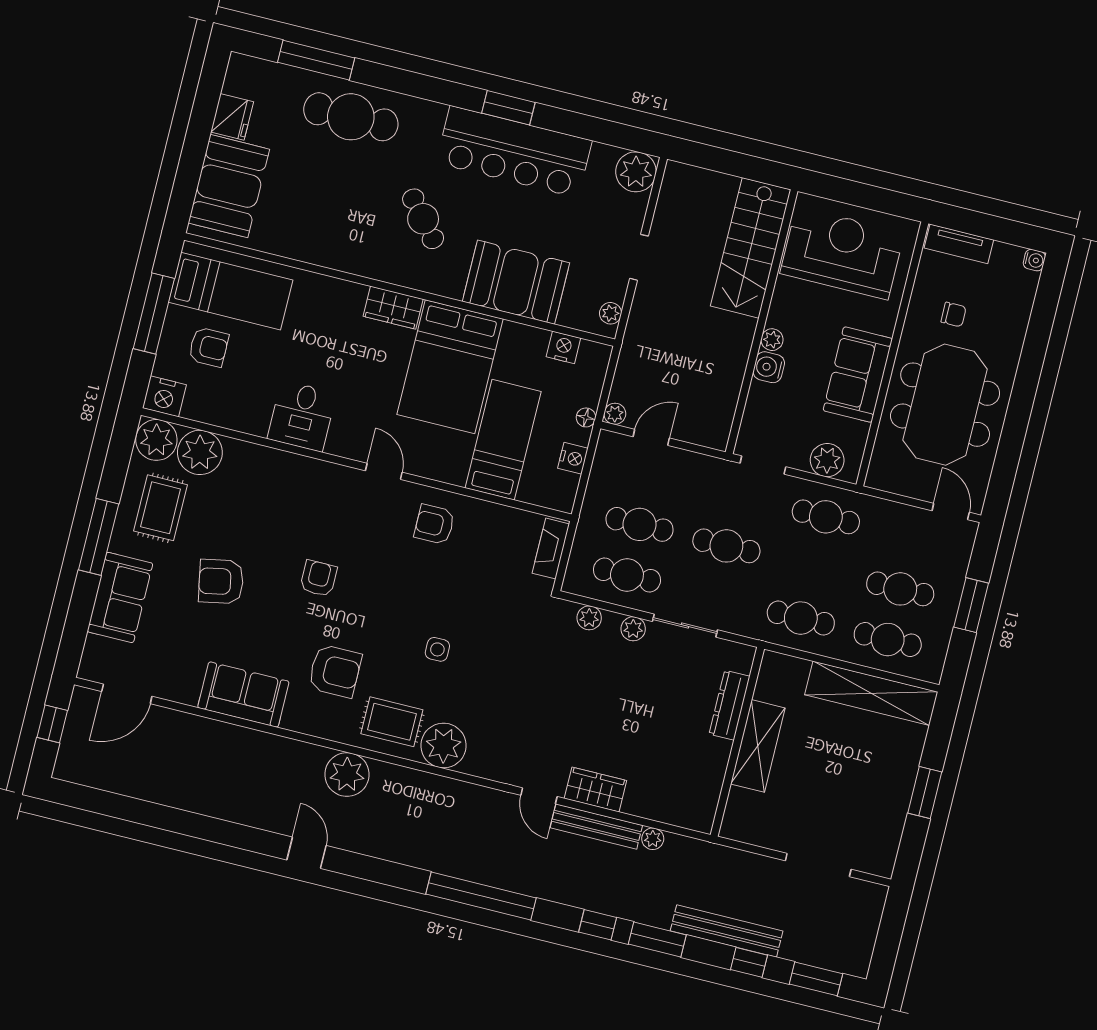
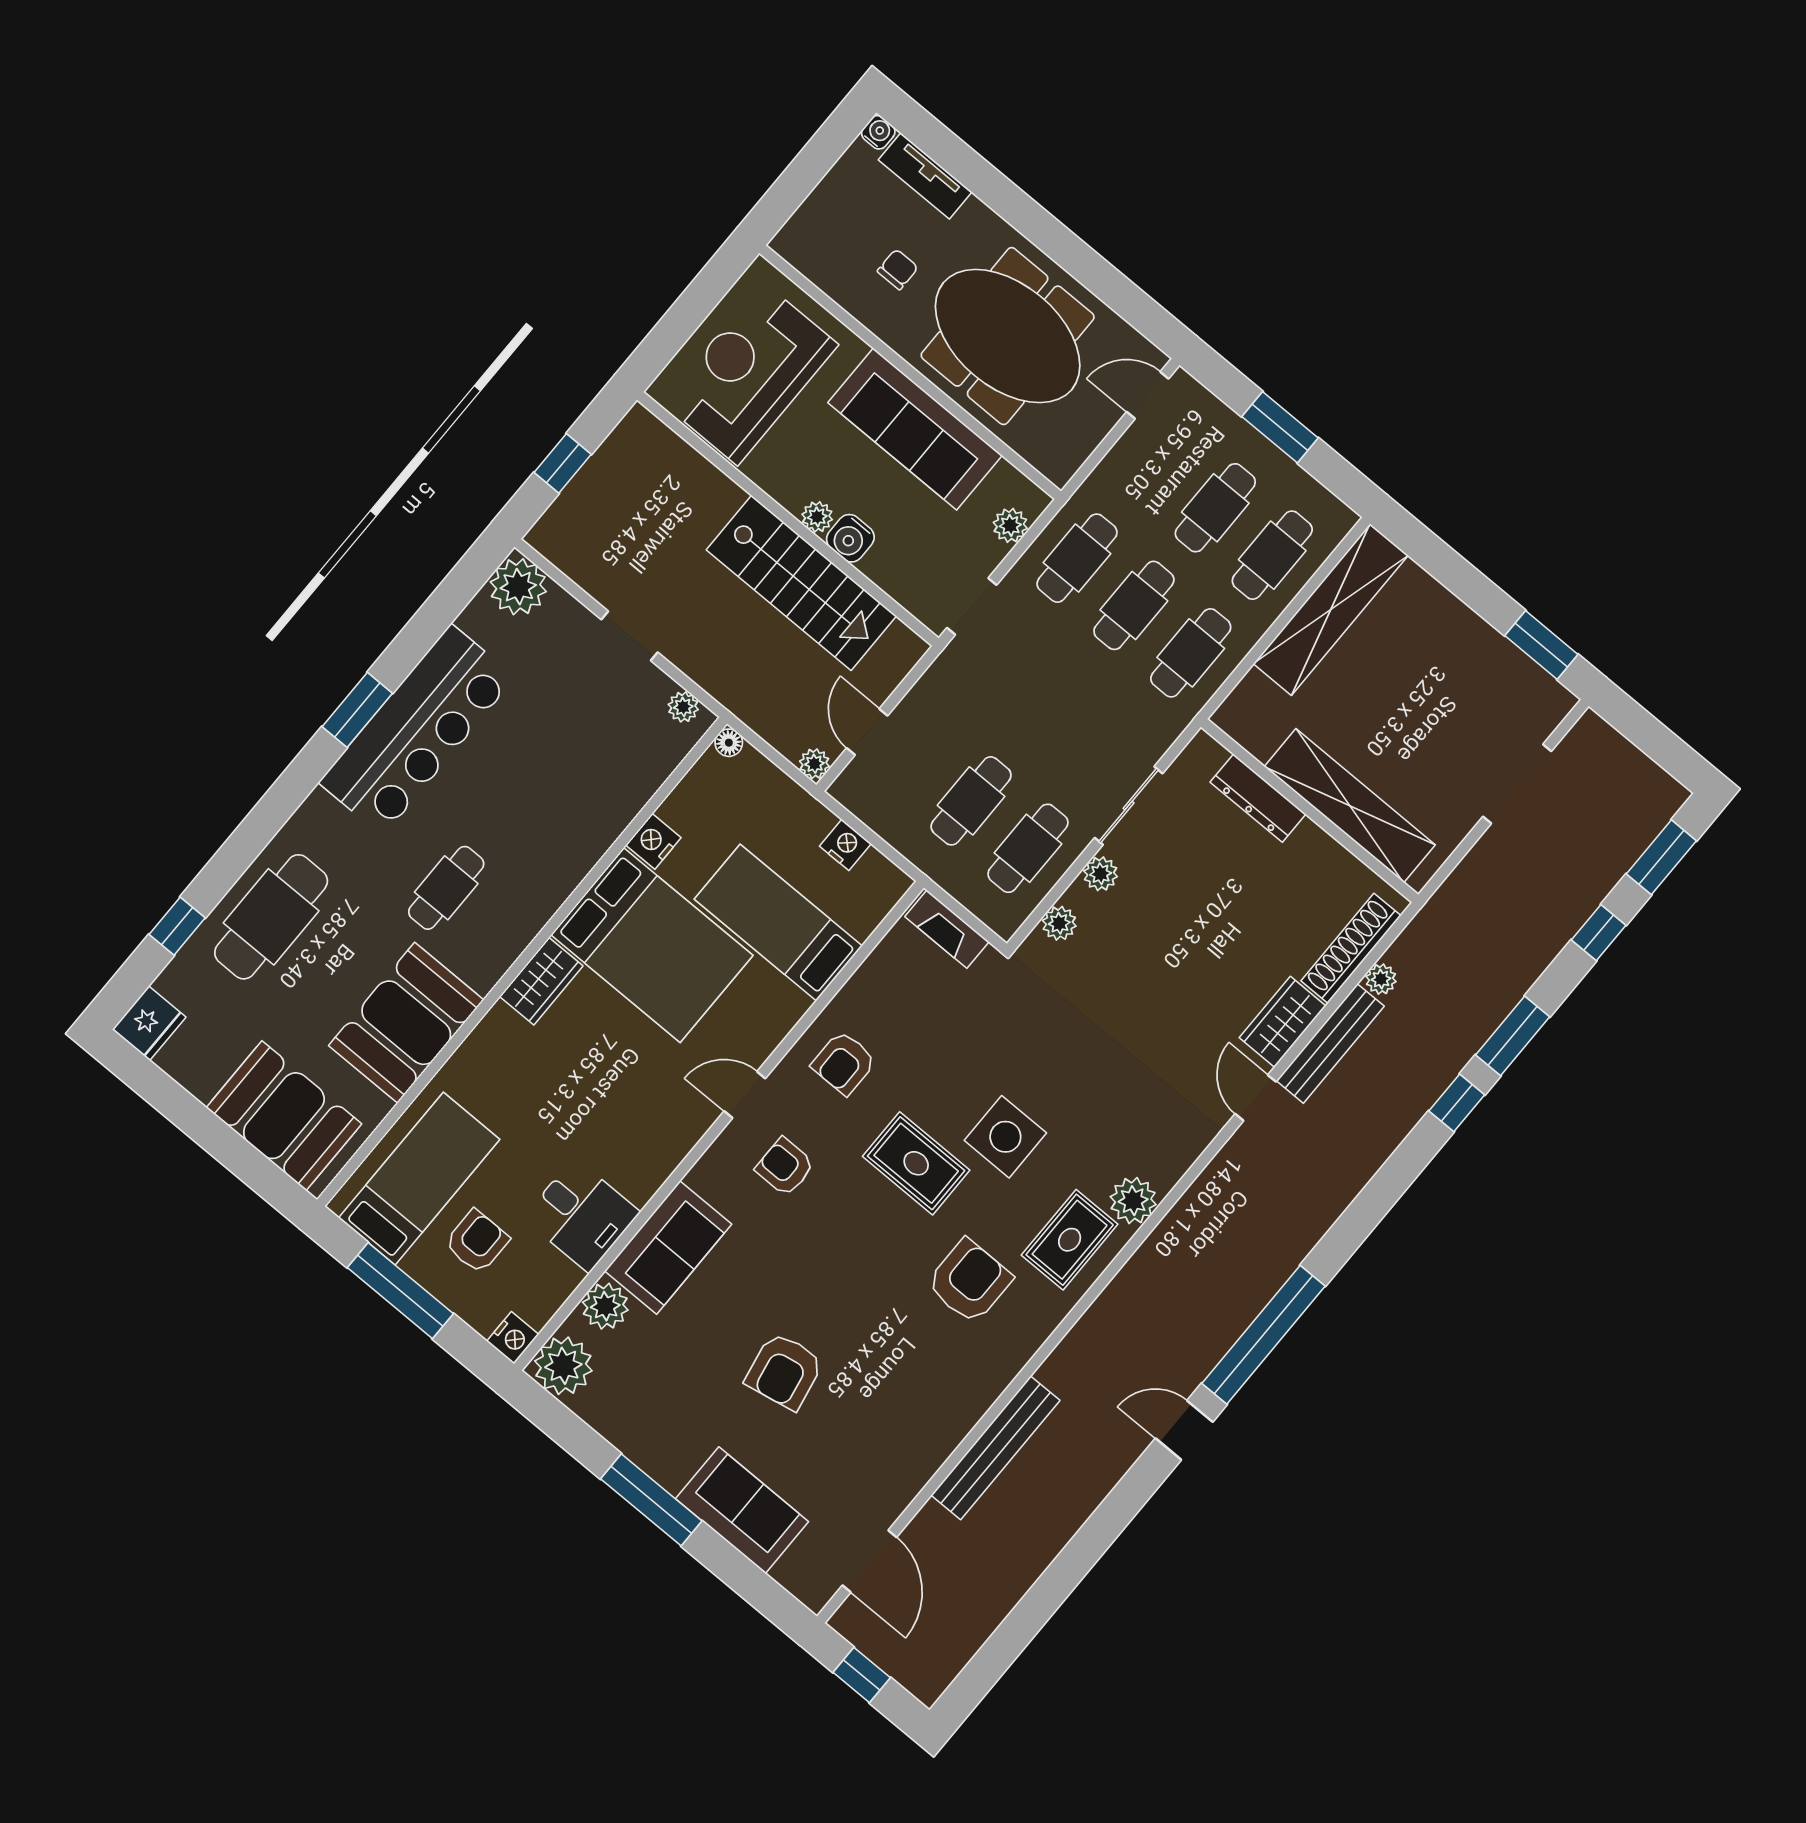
window: (316, 60) -> (177, 926), width x0.46
fridge: (232, 117) -> (149, 1023), moved, turned 90
window: (728, 162) -> (563, 463), added
cafe table: (423, 219) -> (446, 888), turned -50
tv unit: (959, 244) -> (925, 176), moved, turned 90
stairs: (751, 248) -> (801, 583), moved
booth: (516, 282) -> (406, 1023), moved
nightstand: (563, 347) -> (653, 841), moved
sofa: (858, 375) -> (915, 429), width x1.36
nightstand: (164, 396) -> (513, 1338), width x0.74, depth x0.75
desk: (302, 416) -> (581, 1215), moved
floor lamp: (586, 417) -> (729, 743), moved
plant: (200, 452) -> (605, 1306), width x0.73, depth x0.73
plant: (827, 460) -> (1010, 525), width x0.73, depth x0.73
rug: (161, 508) -> (916, 1163), moved
cafe table: (726, 546) -> (1134, 605), moved
armchair: (319, 578) -> (785, 1167), moved
side table: (437, 649) -> (1005, 1137), width x1.87, depth x1.87
sofa: (243, 695) -> (668, 1248), moved, turned 180
plant: (443, 746) -> (1133, 1201), width x0.73, depth x0.73
shelving: (758, 746) -> (1350, 806), width x1.47
plant: (347, 775) -> (1109, 1330), removed
window: (925, 793) -> (1541, 645), moved
door: (539, 796) -> (1256, 1098), swing flipped
shoe rack: (663, 810) -> (1351, 948), added
window: (481, 896) -> (1264, 1335), moved
bench: (727, 931) -> (996, 1448), moved

